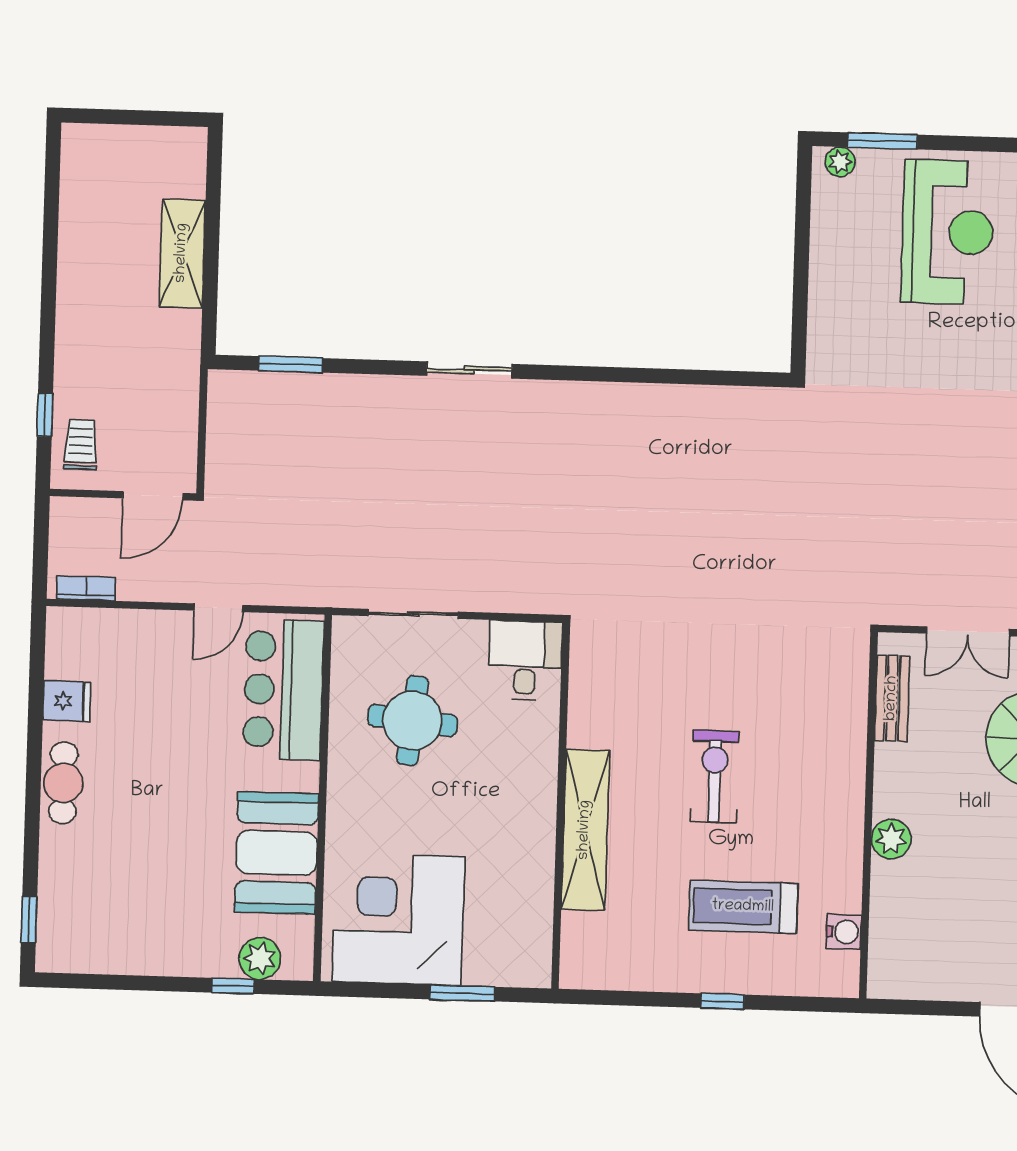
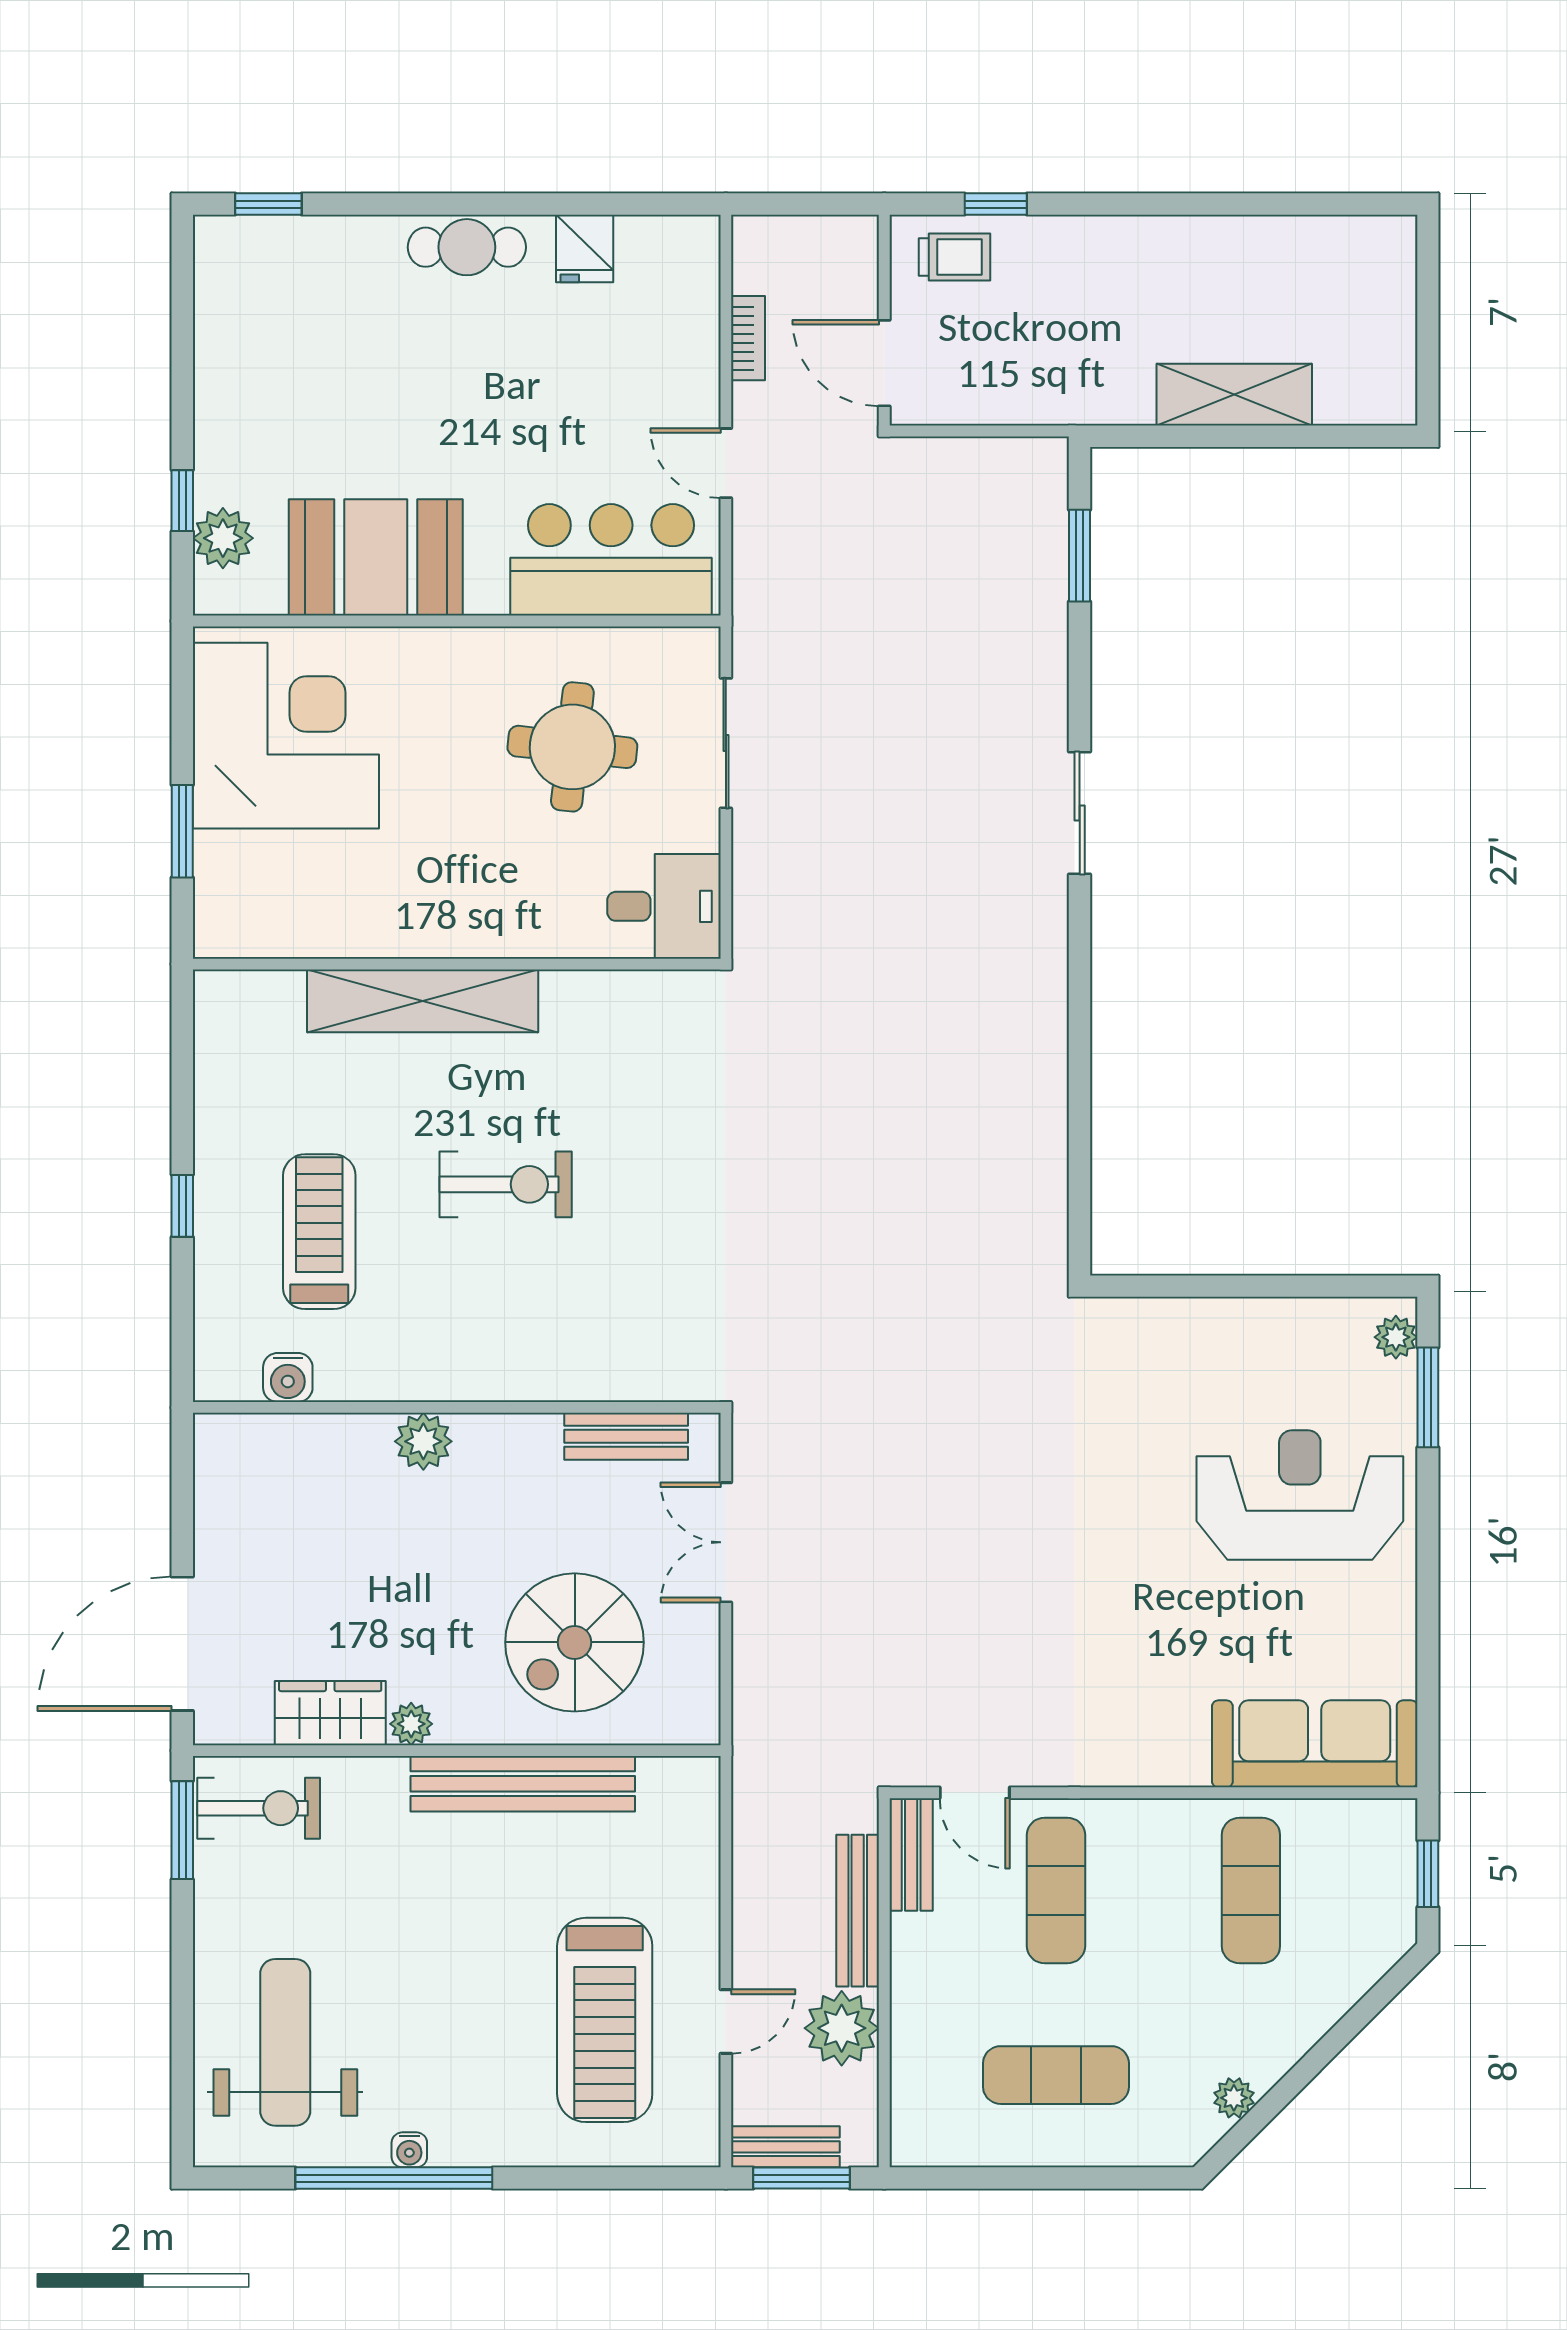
reception desk: (948, 232) -> (1300, 1495), turned 180
bookcase: (86, 588) -> (748, 338), moved

